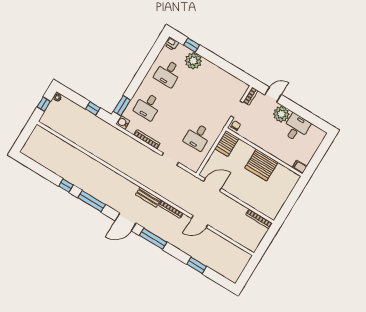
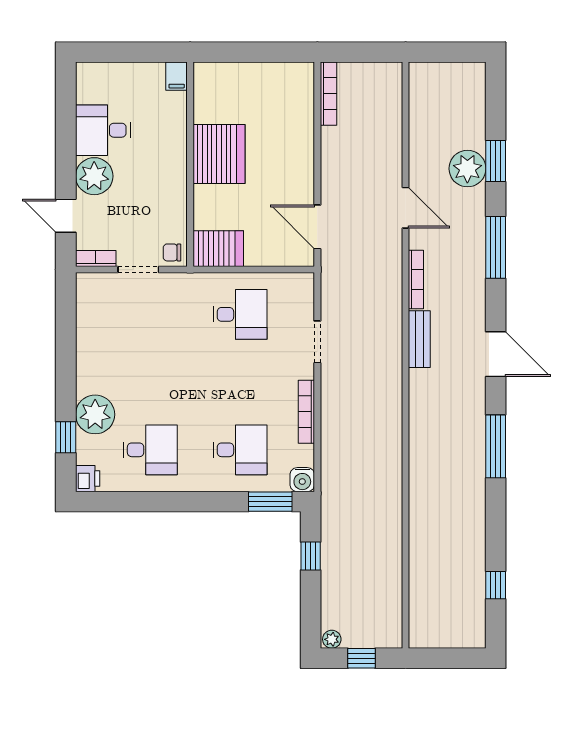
window: (66, 186) -> (496, 585), moved
window: (153, 239) -> (496, 247), moved
plant: (200, 253) -> (467, 169), added

